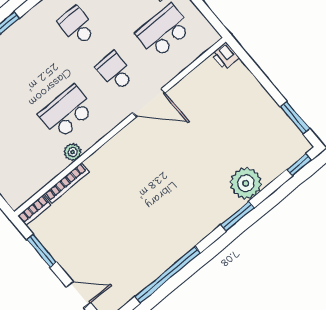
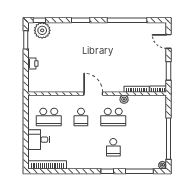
school desk: (77, 26) -> (113, 147), moved
printer: (225, 56) -> (33, 64), moved
door: (149, 103) -> (93, 94), moved
plant: (246, 183) -> (42, 30), moved

